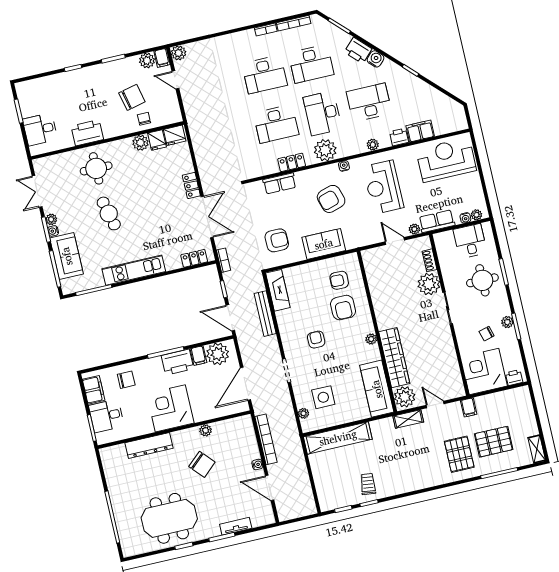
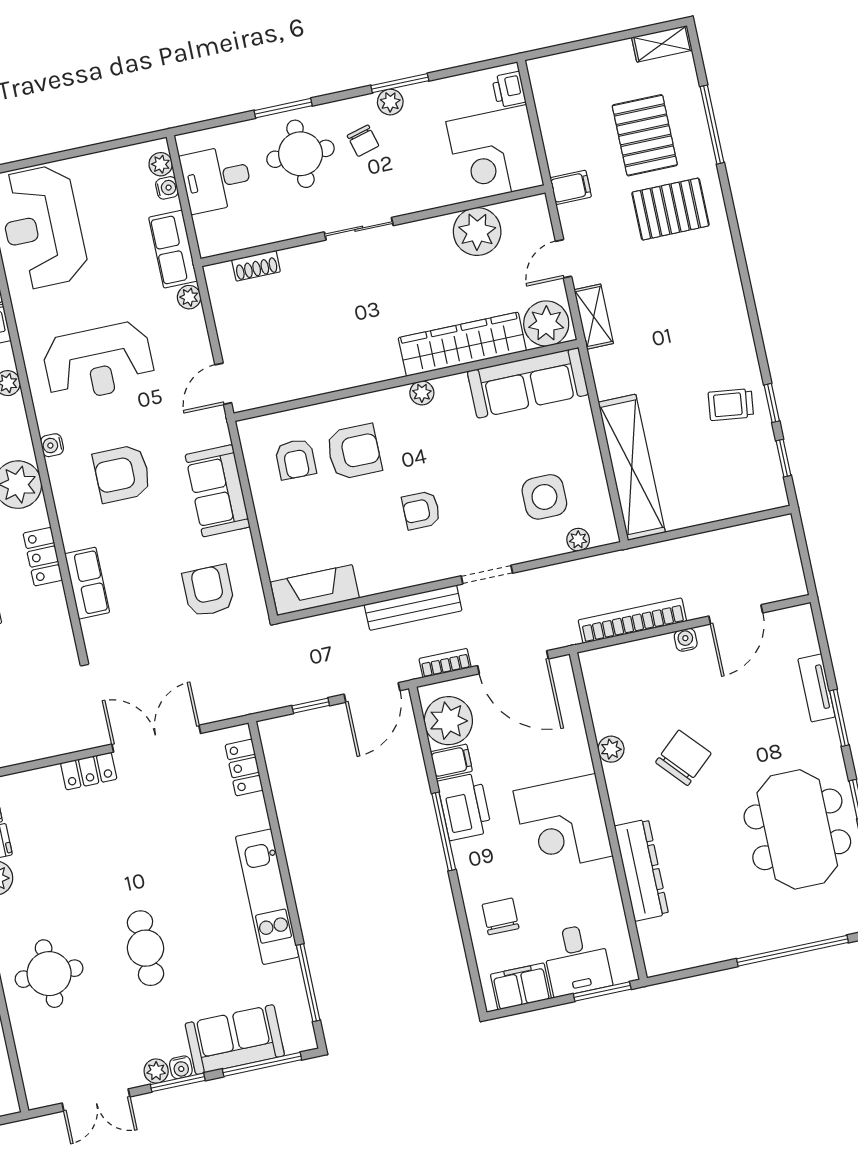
armchair: (331, 199) -> (122, 474), turned 107
cafe table: (109, 213) -> (146, 948), turned -76
door: (395, 241) -> (223, 384), moved
bookcase: (224, 260) -> (445, 663), moved
plant: (429, 284) -> (477, 232), moved
bench: (265, 314) -> (413, 608), moved
chair: (487, 334) -> (363, 141), moved

